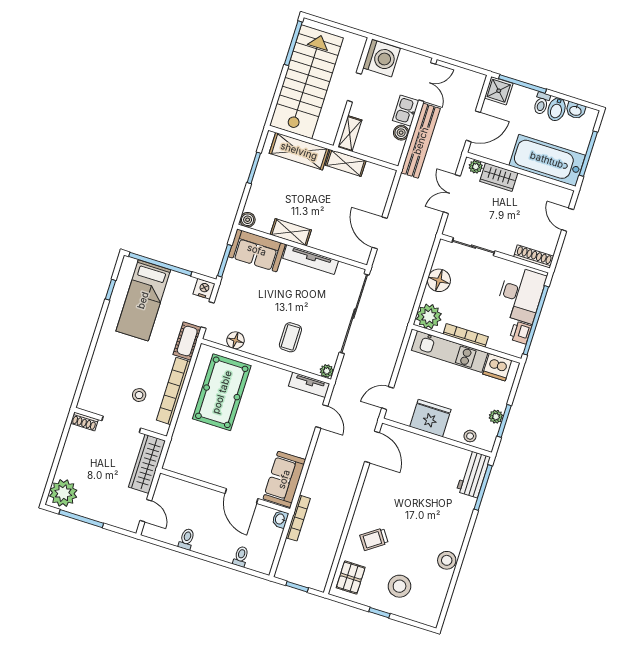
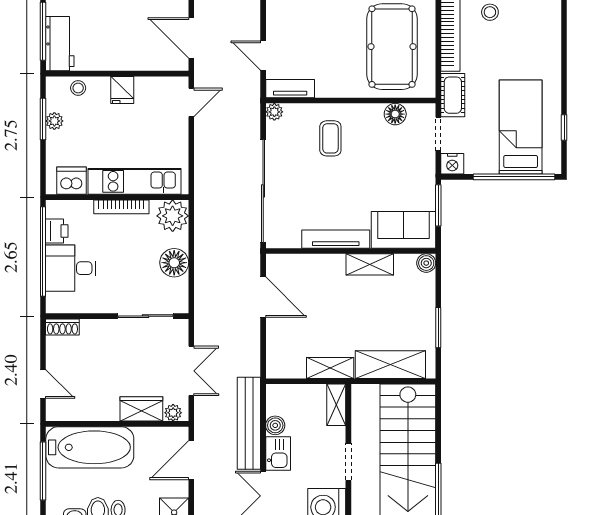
shoe rack: (534, 257) -> (62, 327), width x0.70
desk: (521, 294) -> (71, 268), width x0.73
fridge: (430, 418) -> (122, 90), width x0.53, depth x0.75

